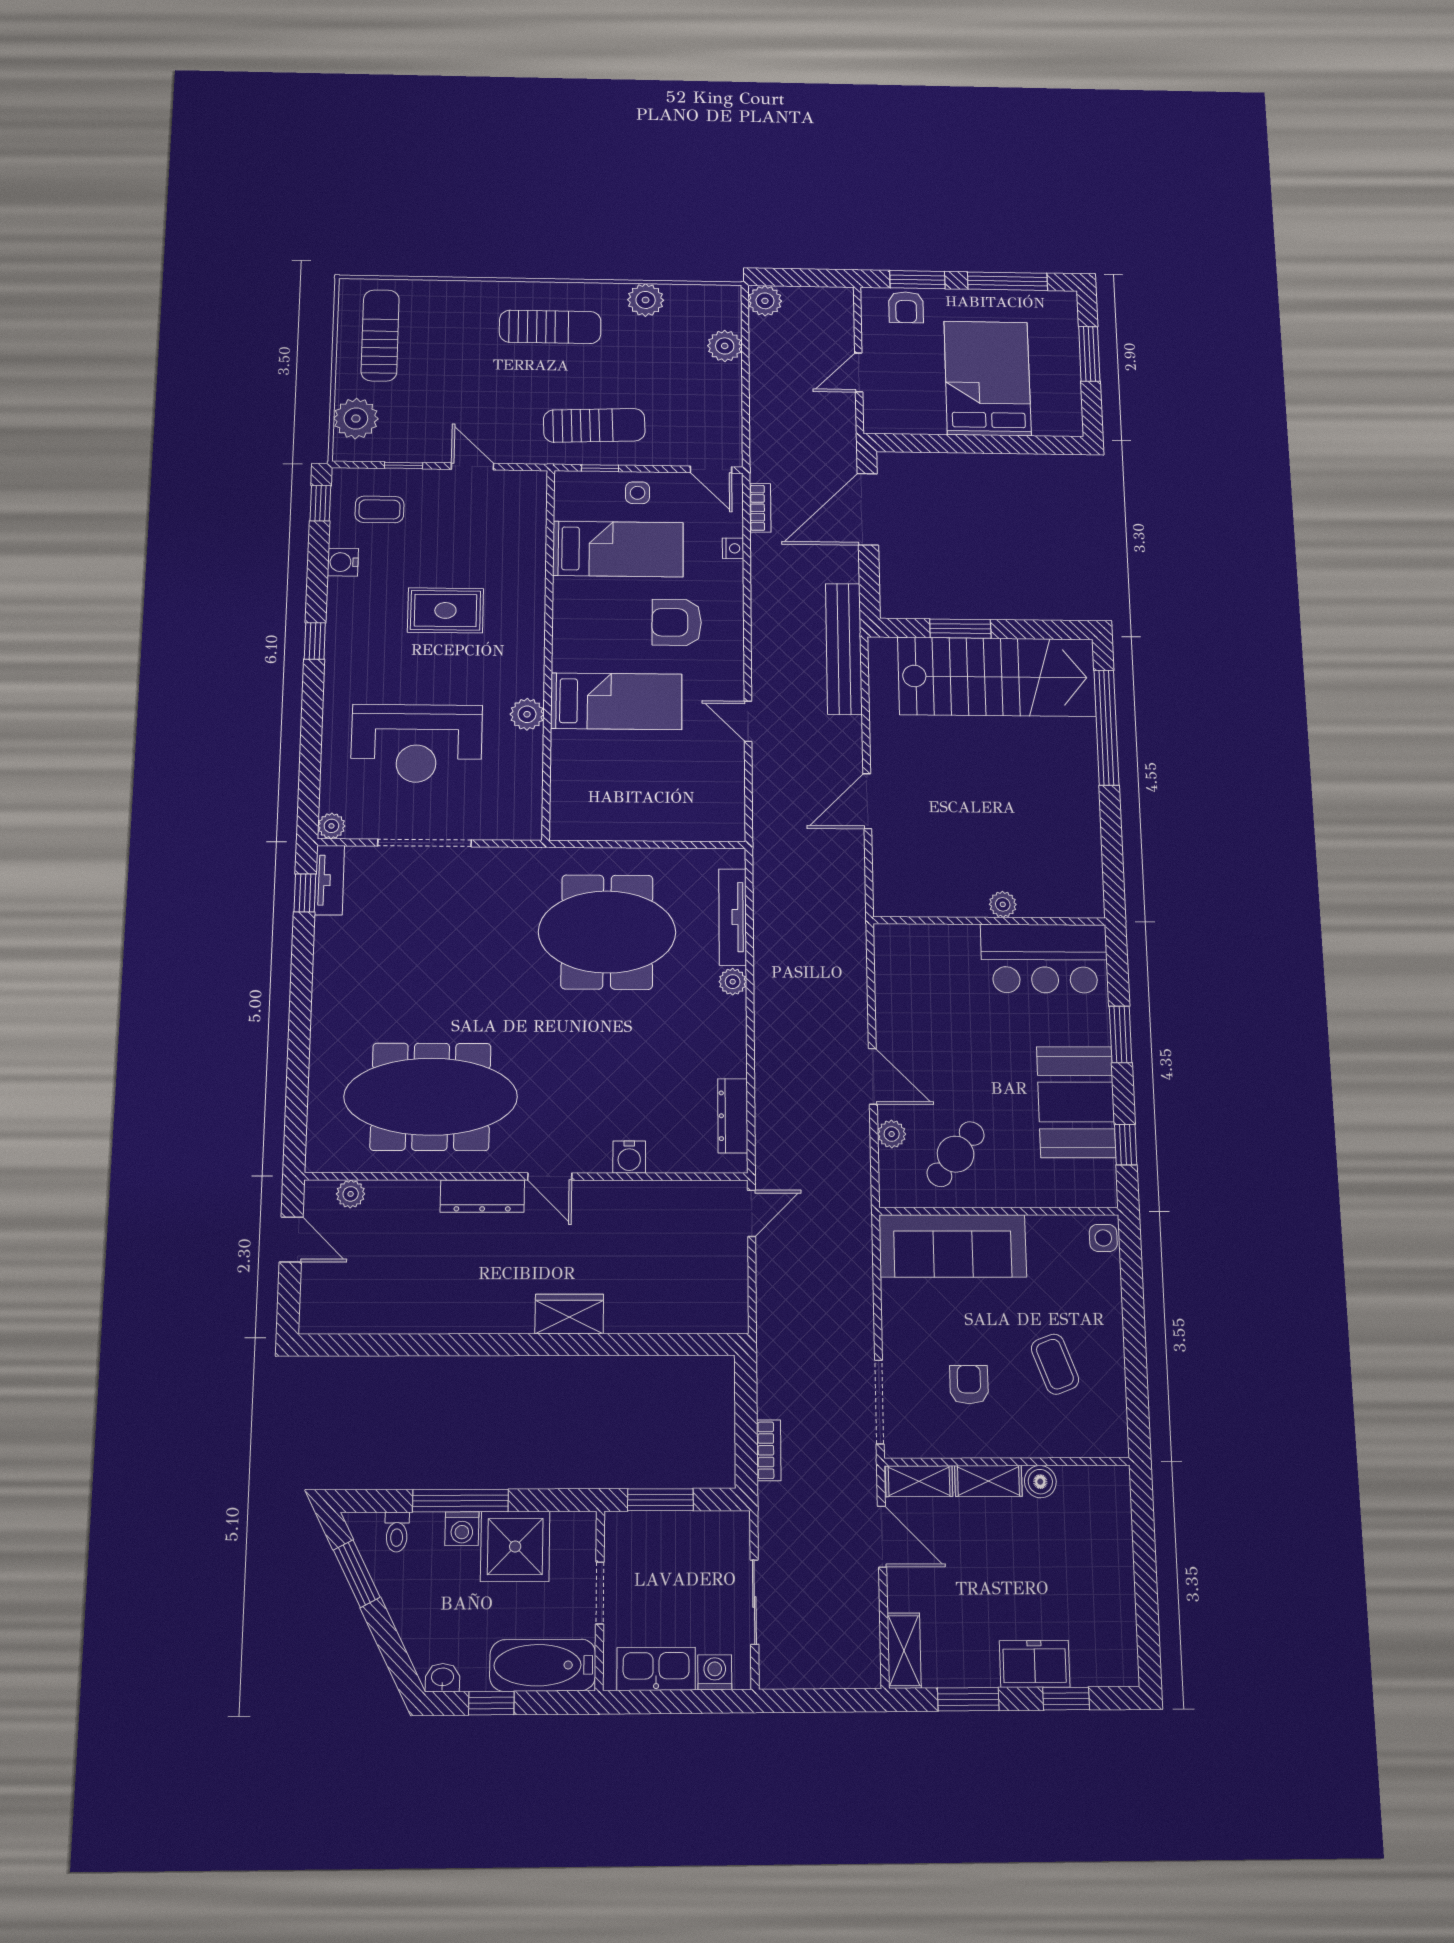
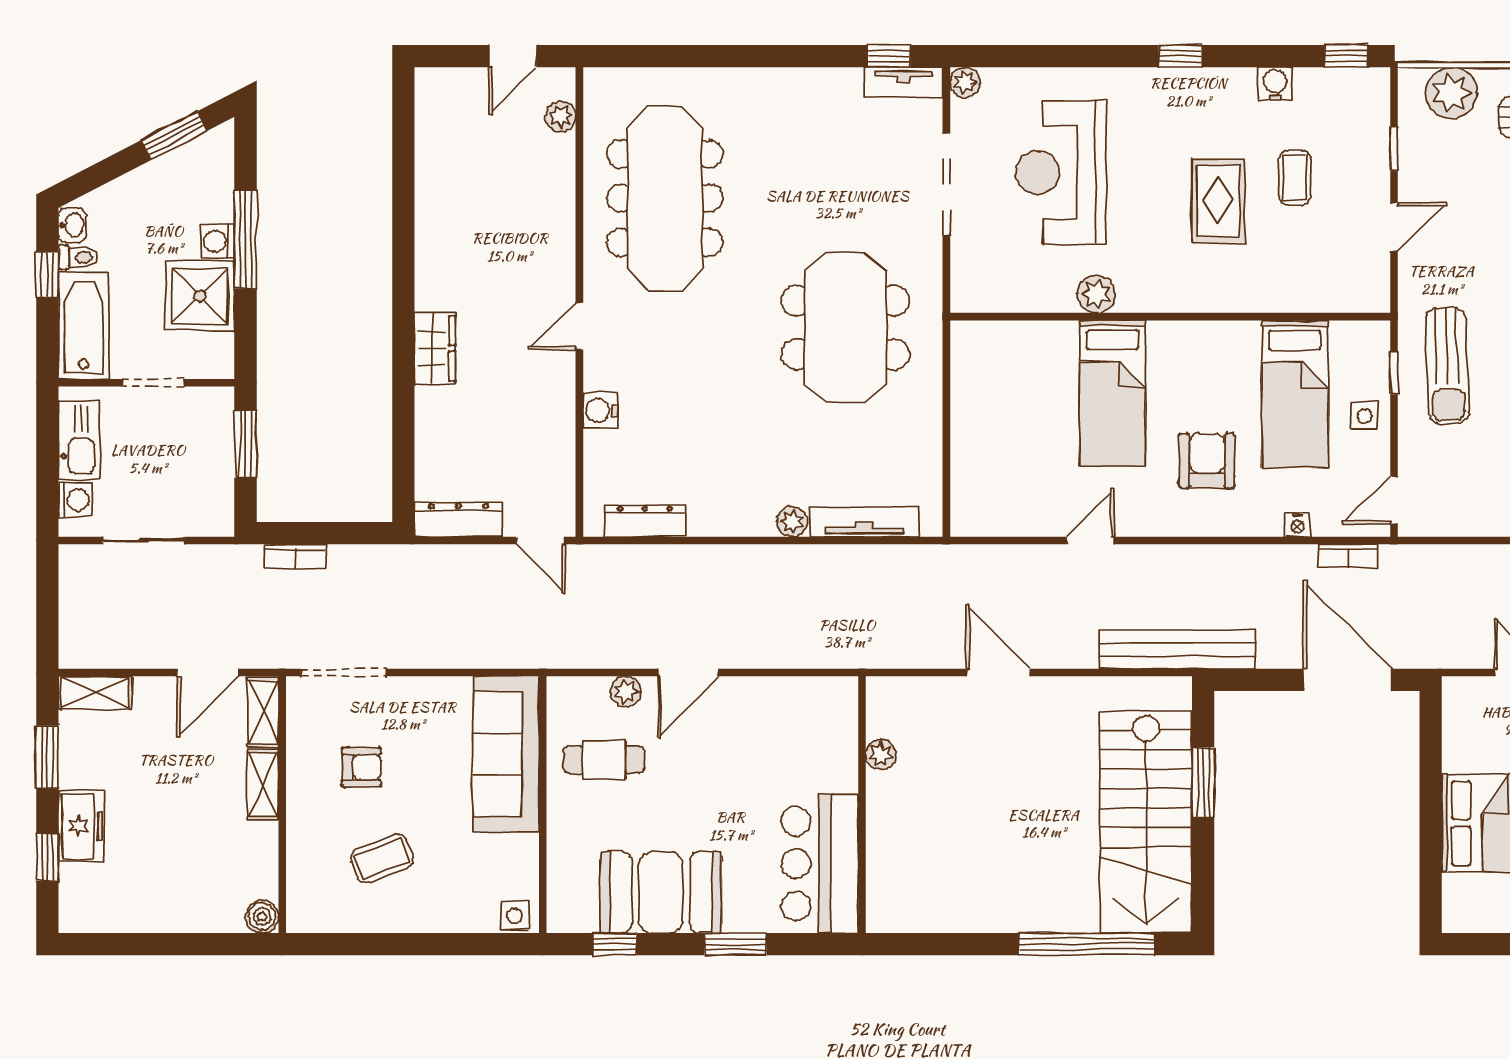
coffee table: (379, 509) -> (1295, 178), moved
plant: (1003, 904) -> (881, 755), moved
meeting table: (607, 932) -> (845, 327), moved
cafe table: (956, 1154) -> (604, 760), turned -39
dresser: (482, 1196) -> (458, 520), moved, turned 90
boiler: (1040, 1482) -> (262, 917), moved
toilet: (397, 1532) -> (78, 257), moved, turned 180

